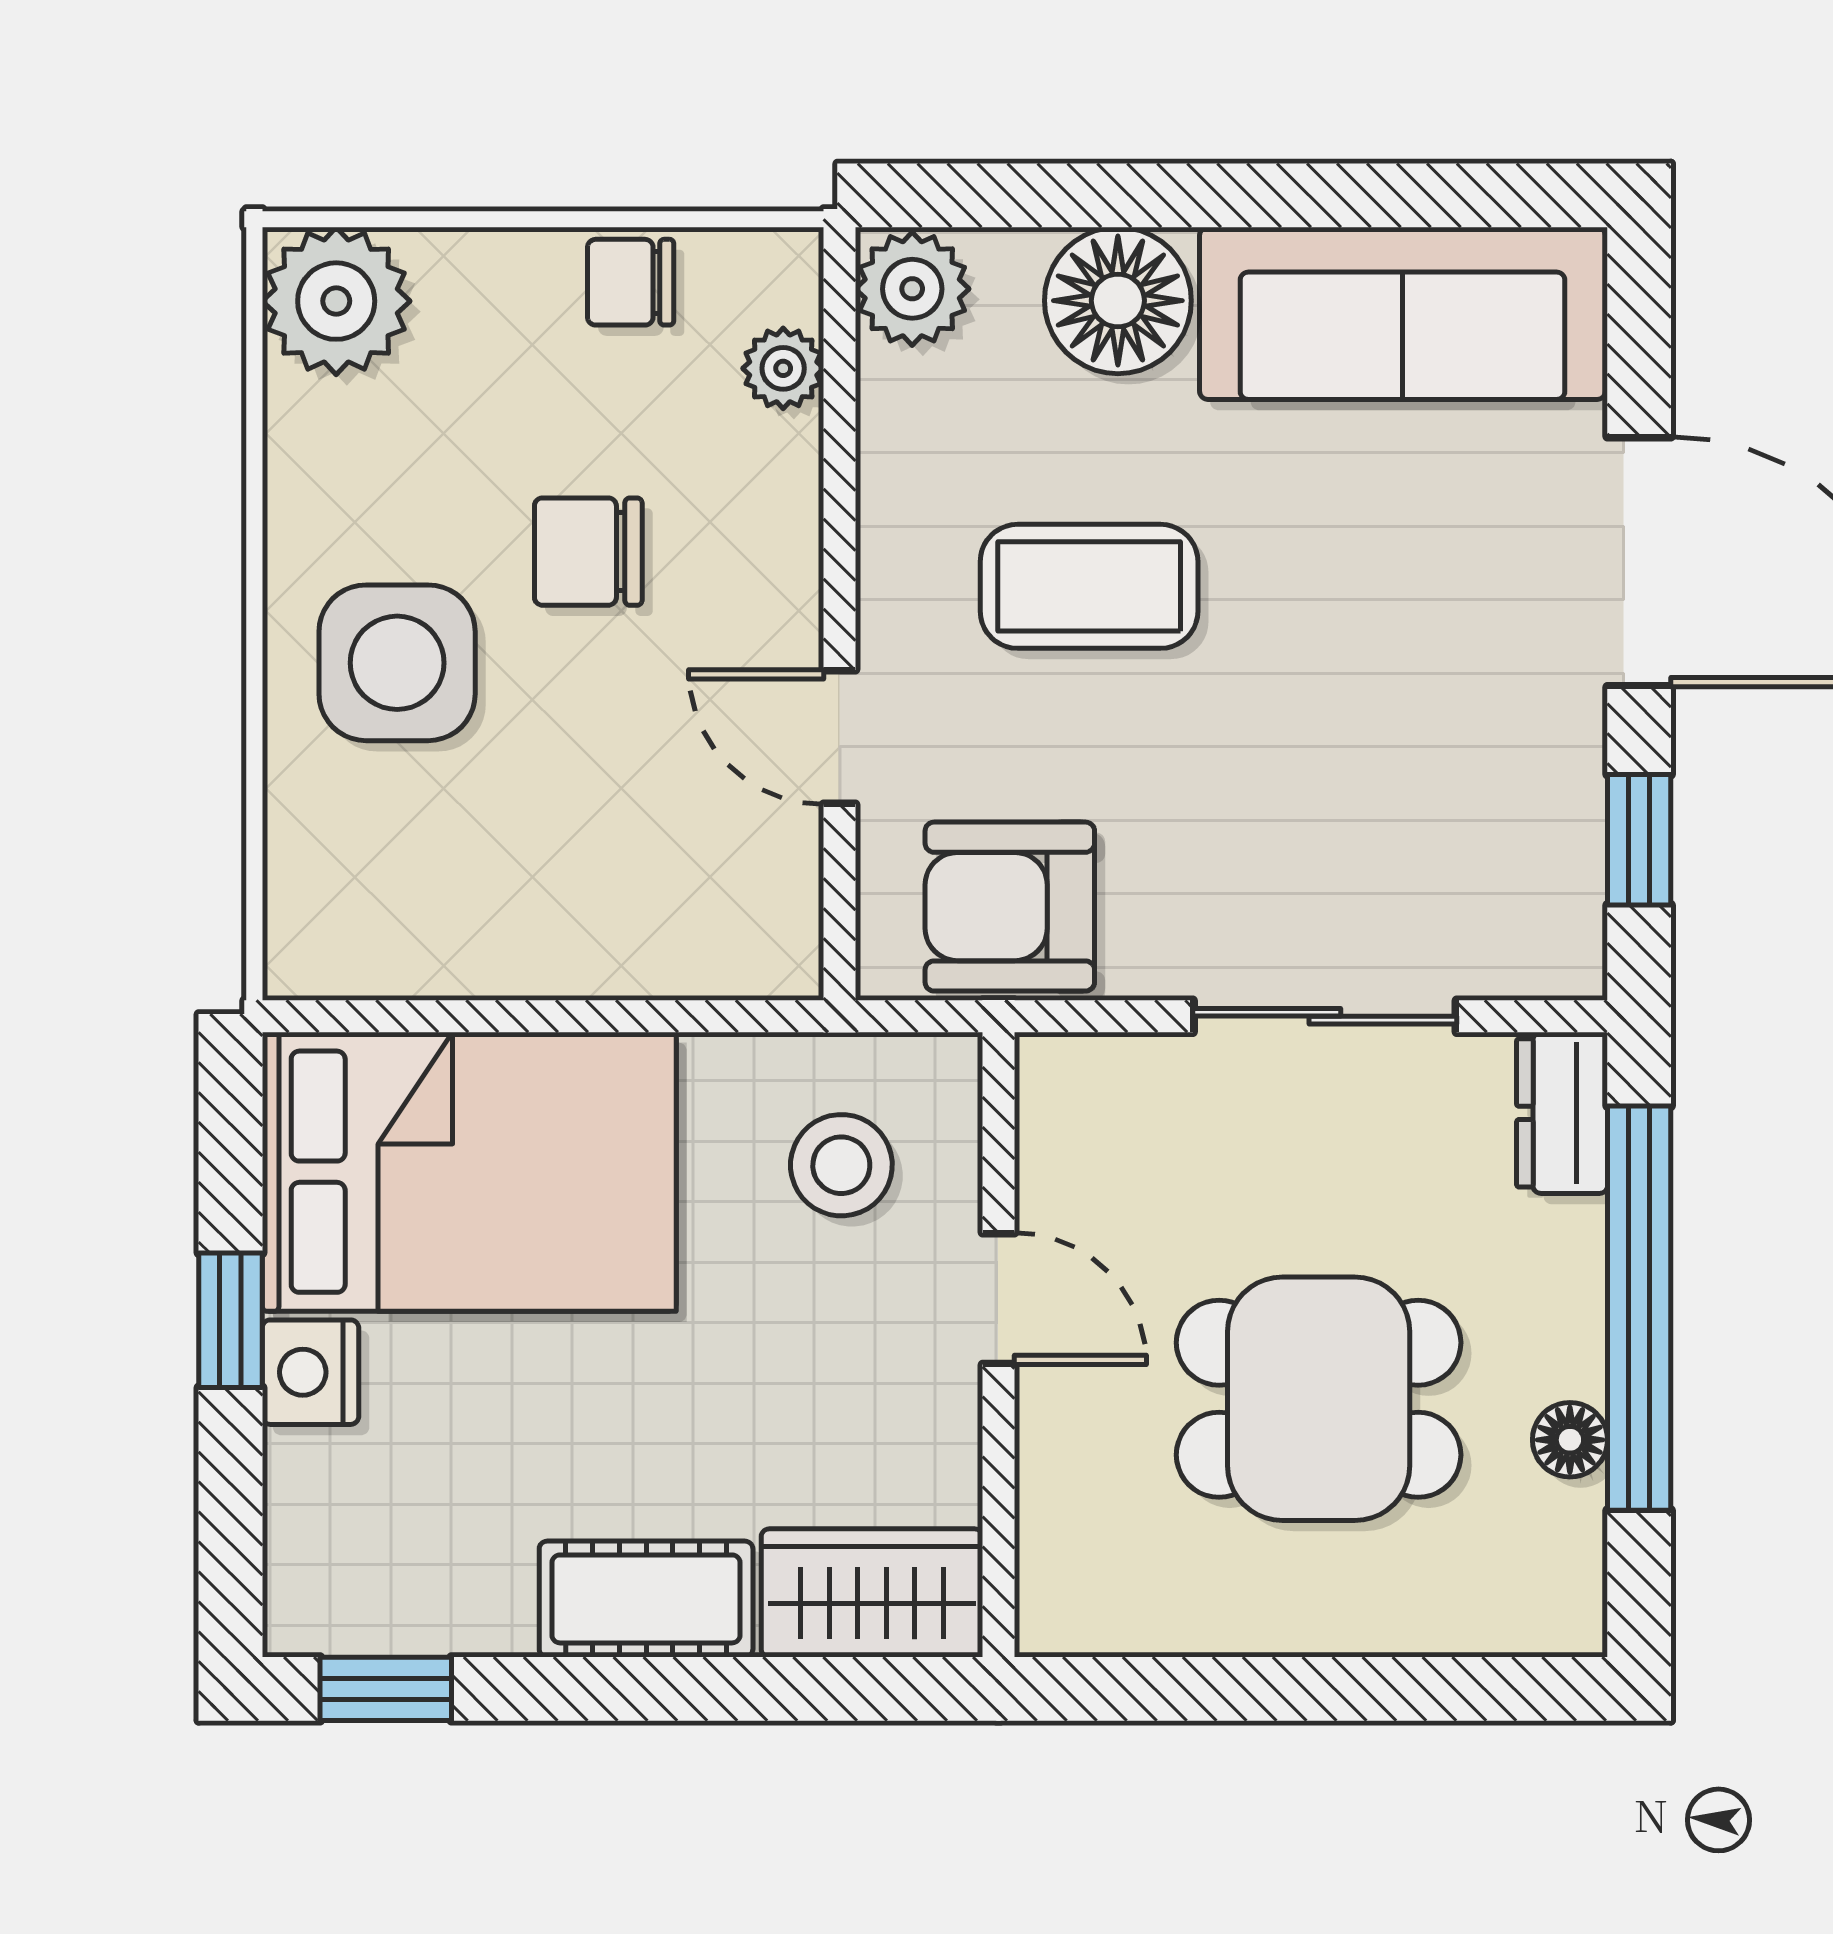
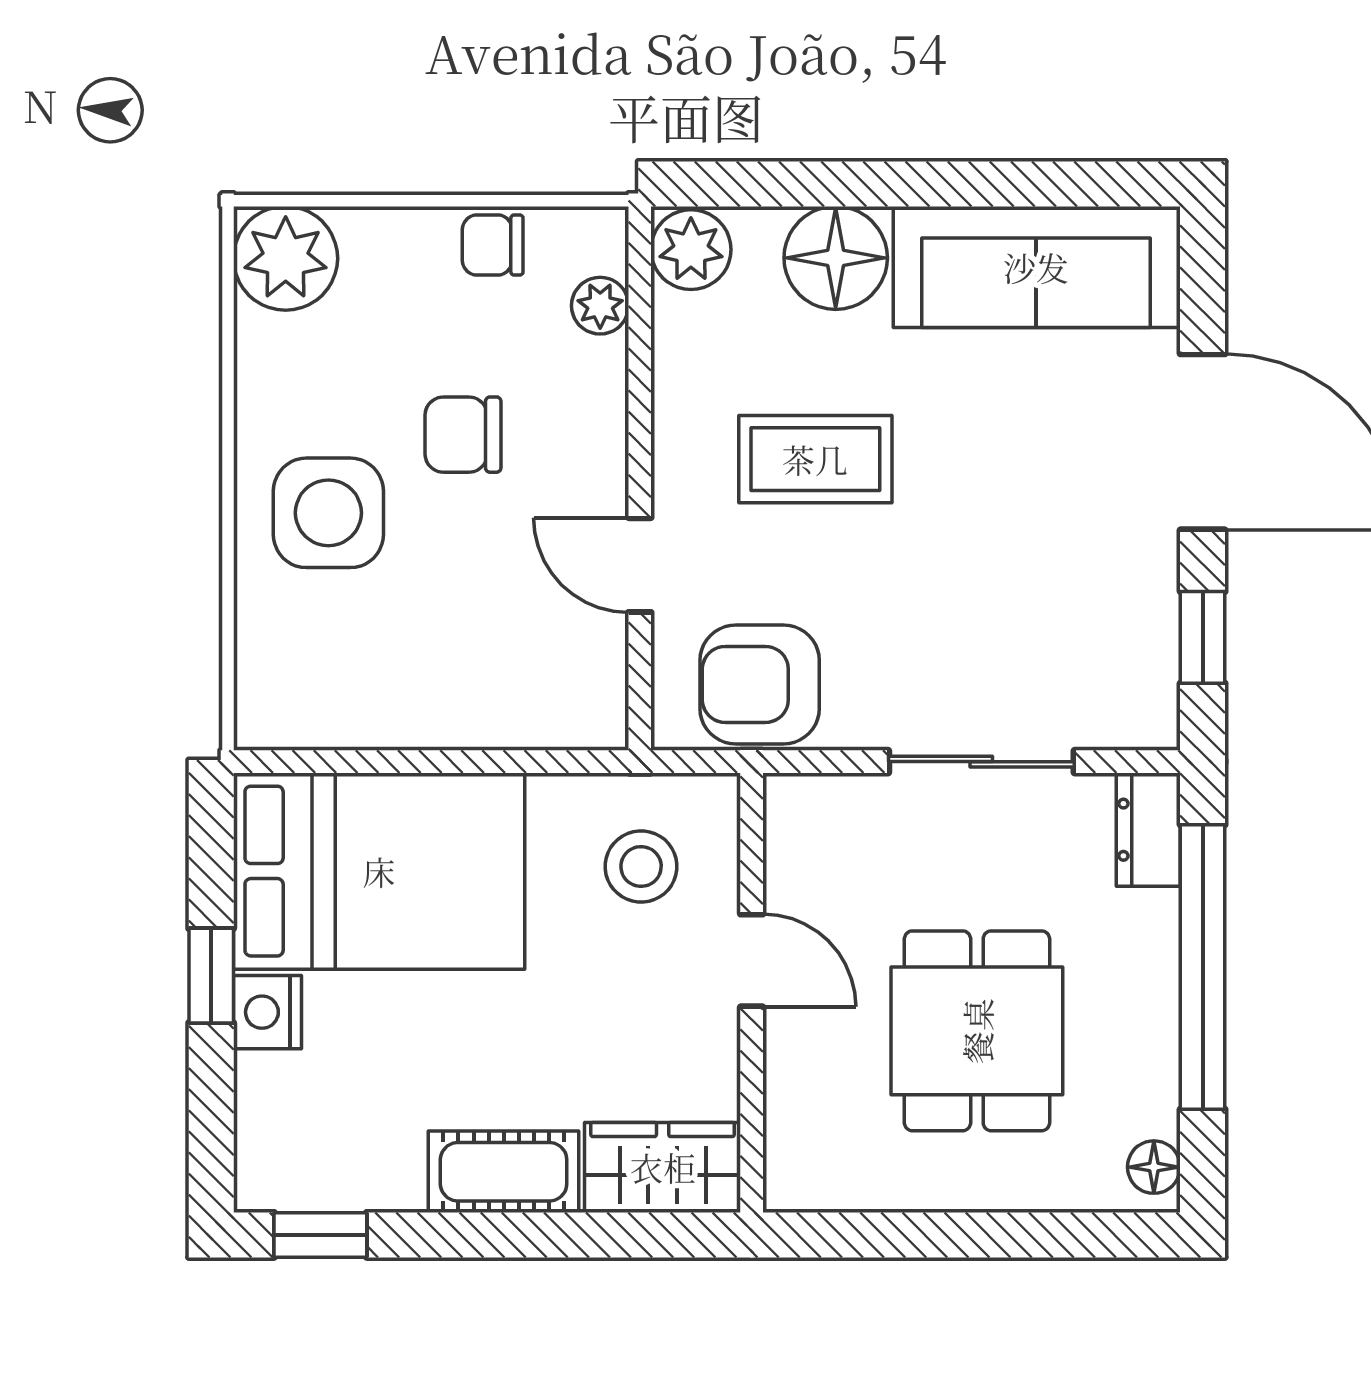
dining table: (1319, 1399) -> (977, 1031), turned 90
floor lamp: (1570, 1440) -> (1154, 1167), moved

